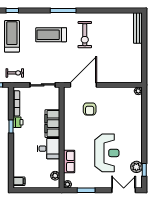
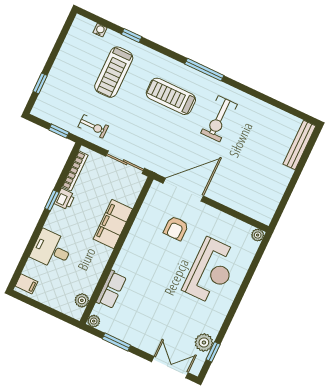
treadmill: (12, 36) -> (114, 72), turned 180
desk: (49, 149) -> (52, 250), moved, turned 180
reception desk: (107, 153) -> (211, 271), moved

